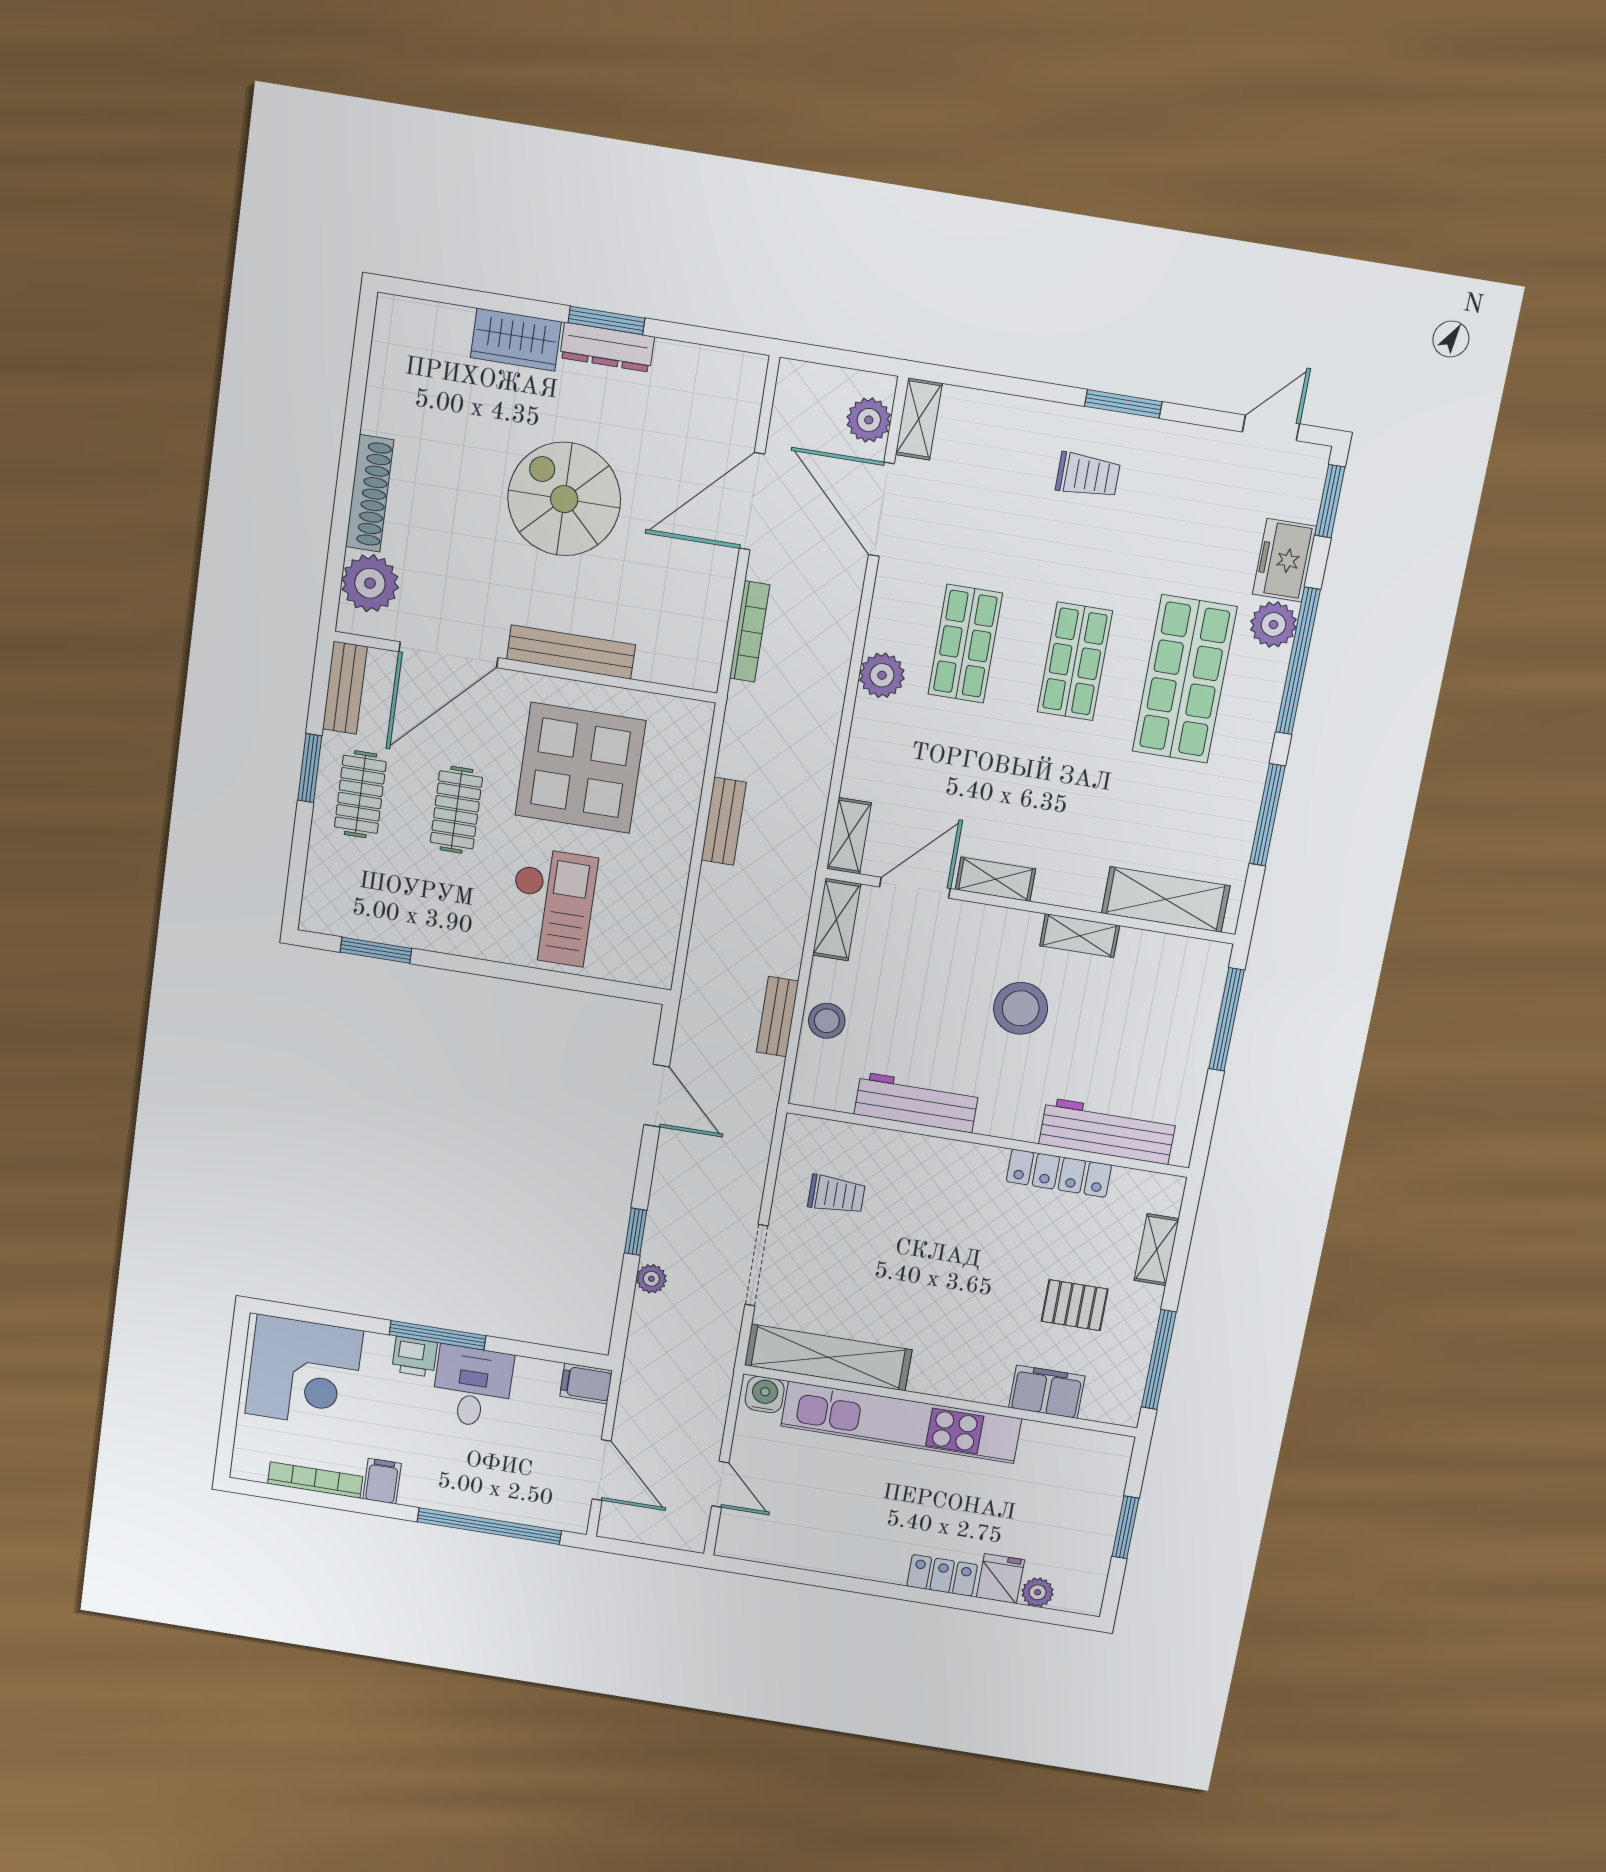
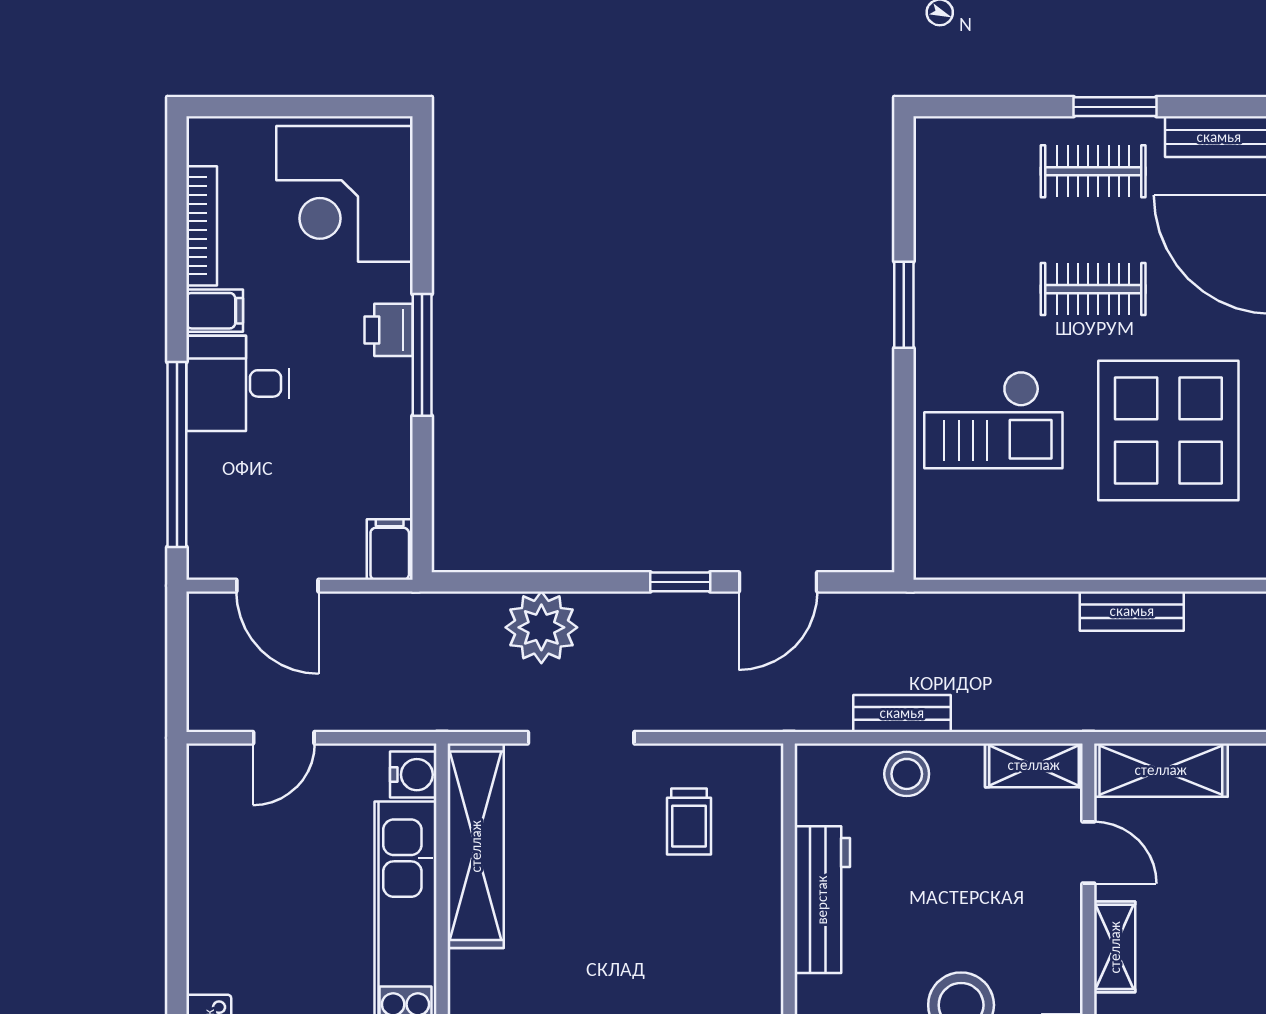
shelving: (849, 836) -> (1161, 770), width x1.50, depth x1.33
door: (915, 888) -> (1088, 853), width x0.73
window: (376, 950) -> (904, 305), moved
window: (636, 1232) -> (680, 582), moved
plant: (651, 1279) -> (541, 627), width x1.88, depth x1.88
desk: (472, 1387) -> (238, 383), moved, turned 180
door: (602, 1470) -> (277, 586), hinge flipped

